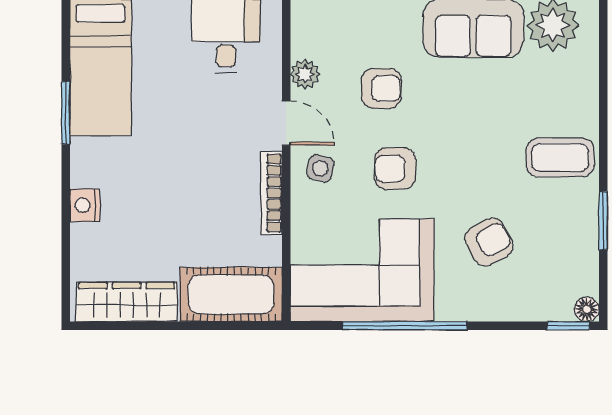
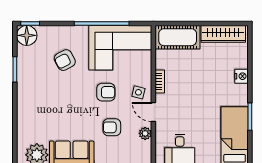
coffee table: (560, 158) -> (34, 97), removed
bookcase: (272, 193) -> (160, 82), width x0.64
floor lamp: (587, 309) -> (27, 35), width x1.89, depth x1.89

